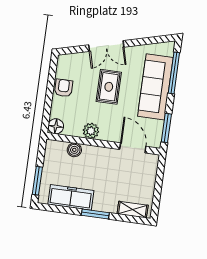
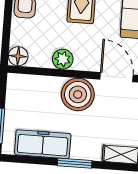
boiler: (74, 150) -> (78, 94), moved, width x1.86, depth x1.86

